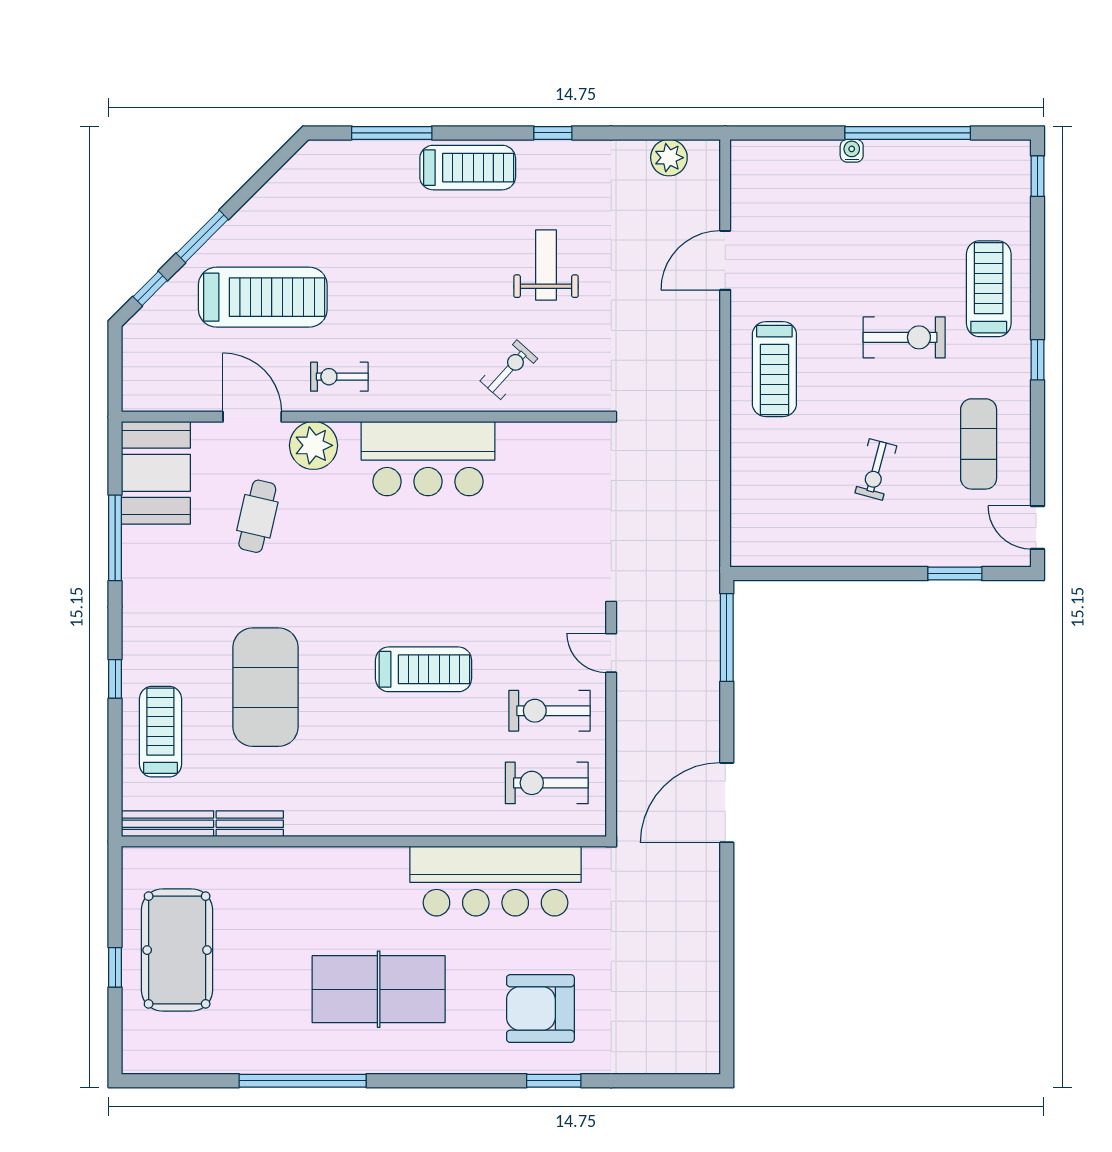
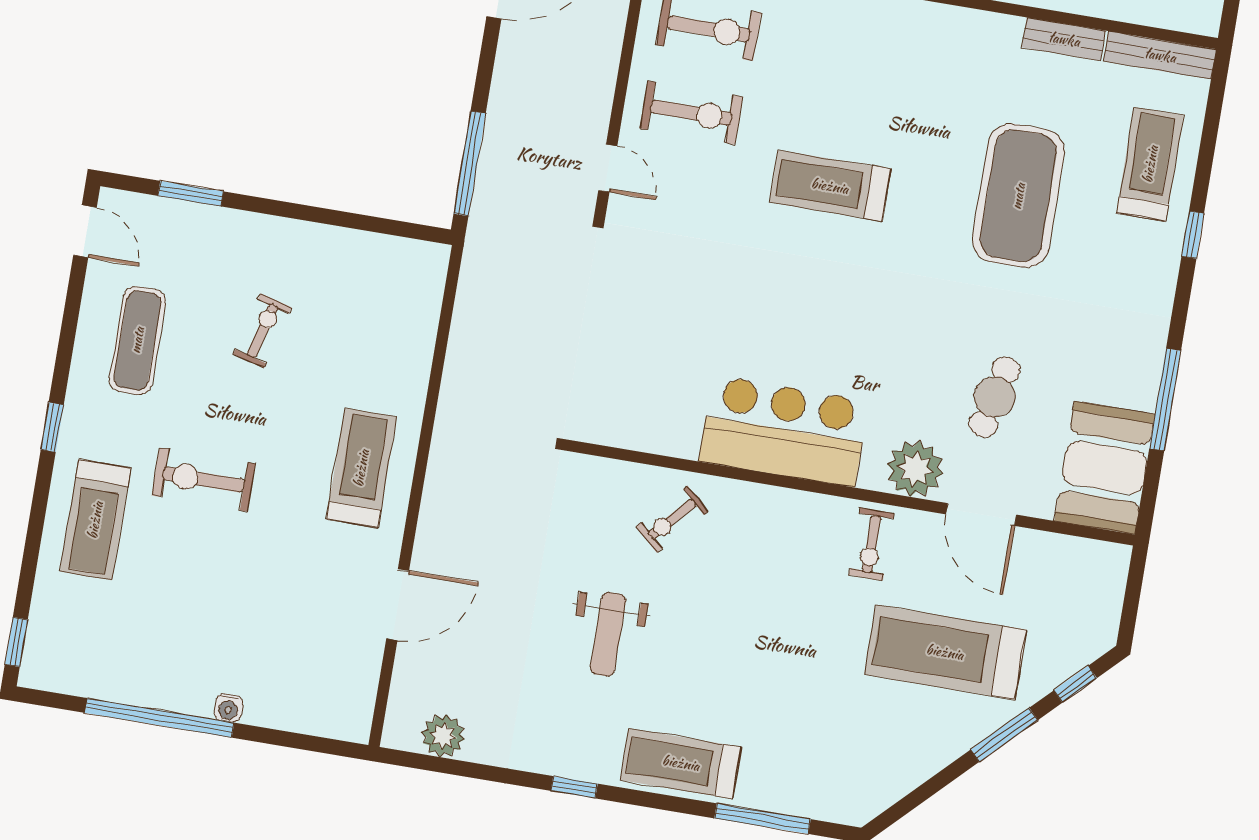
exercise bike: (339, 377) -> (872, 544), turned 90
treadmill: (160, 732) -> (1150, 164), turned 180

